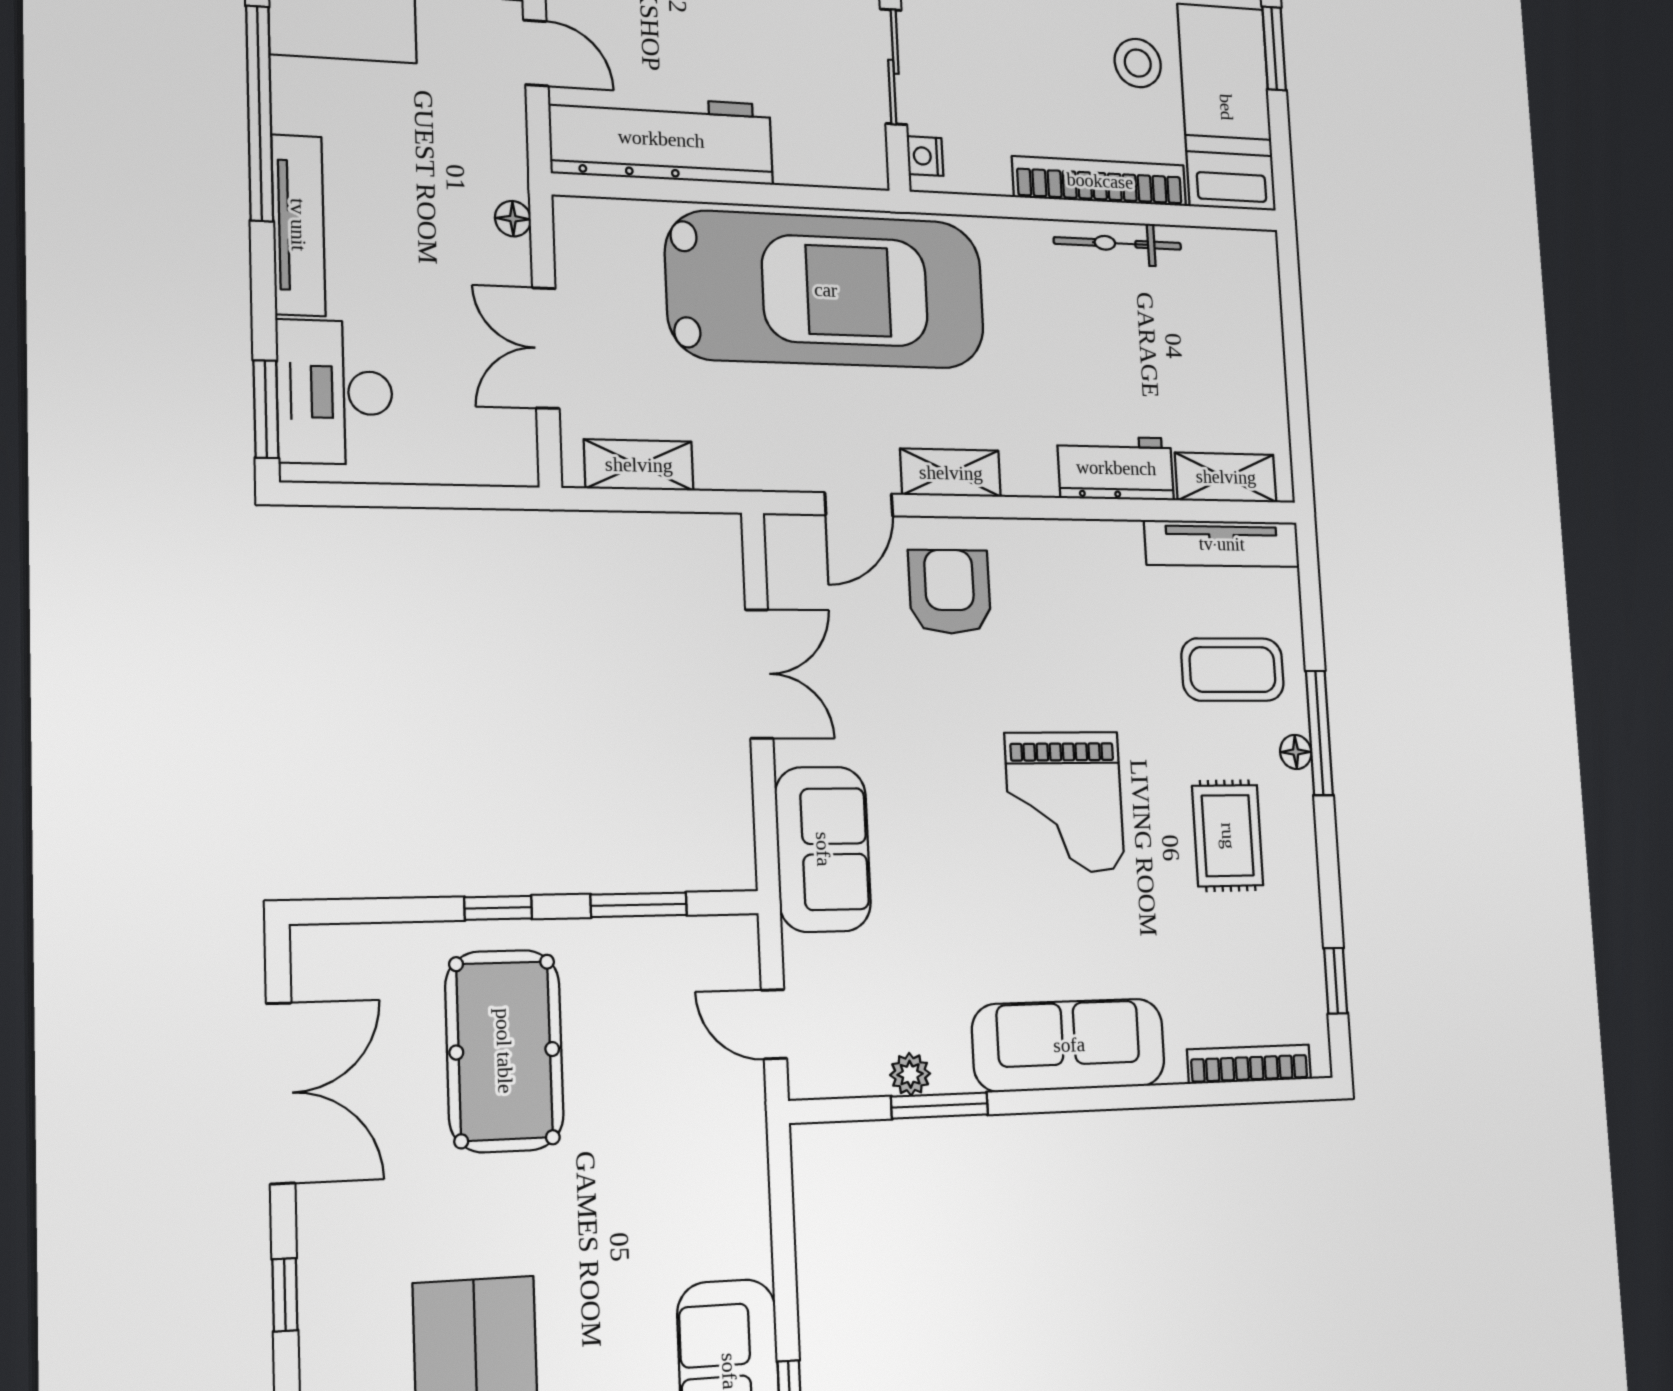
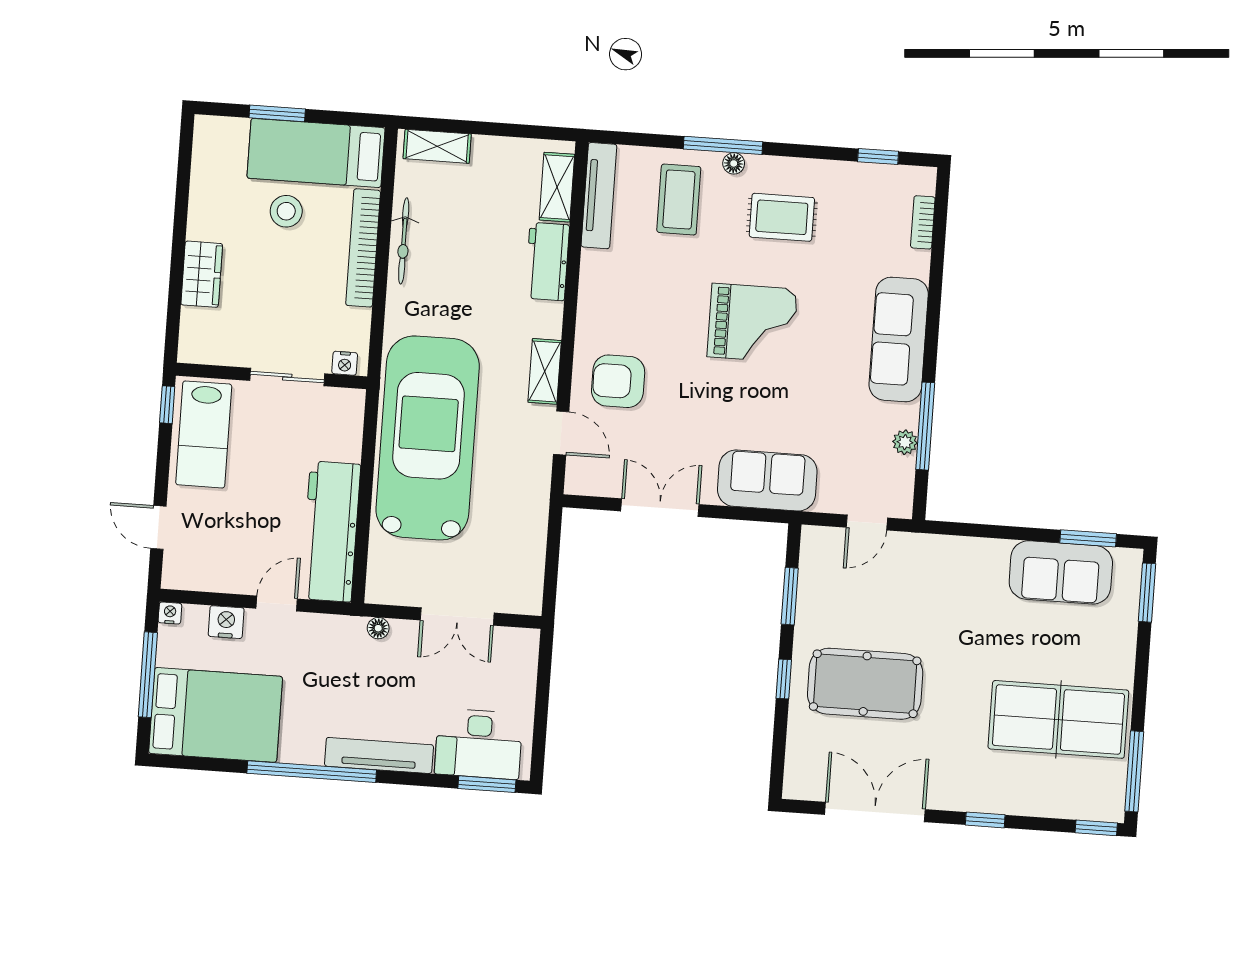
shelving: (639, 465) -> (437, 146), moved, turned 90
bookcase: (1249, 1064) -> (923, 222), width x0.64
window: (940, 1106) -> (925, 426), width x1.44

